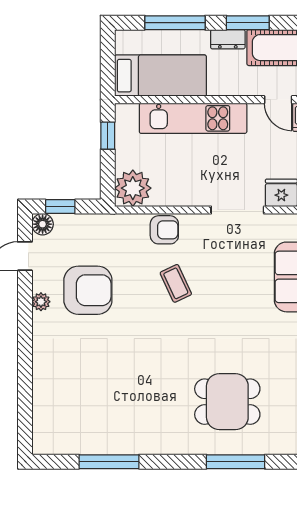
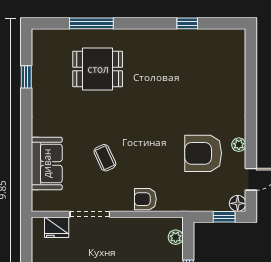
plant: (133, 188) -> (176, 237), width x0.53, depth x0.53
coffee table: (176, 283) -> (105, 158), moved
window: (109, 462) -> (187, 23), width x0.46

